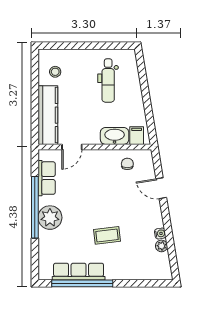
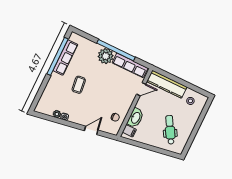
dental chair: (108, 81) -> (170, 130), turned 60
door: (72, 147) -> (141, 89), swing flipped
row of seats: (47, 178) -> (130, 65), width x1.48

